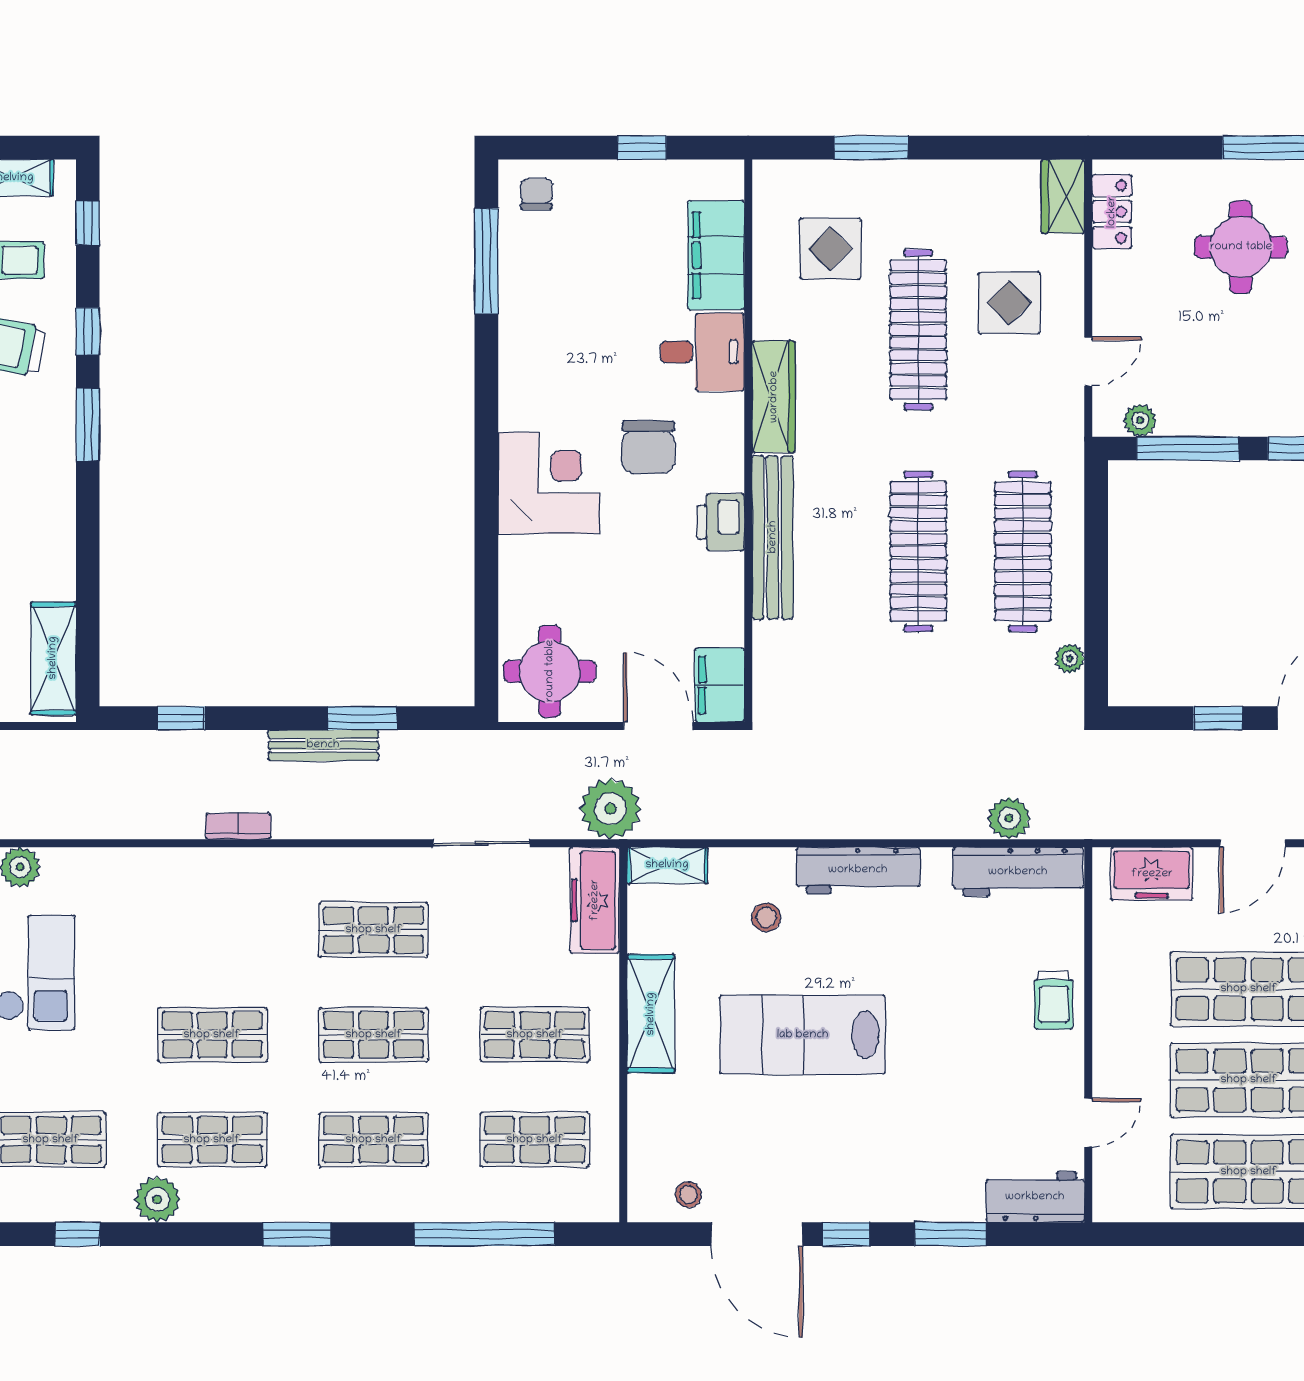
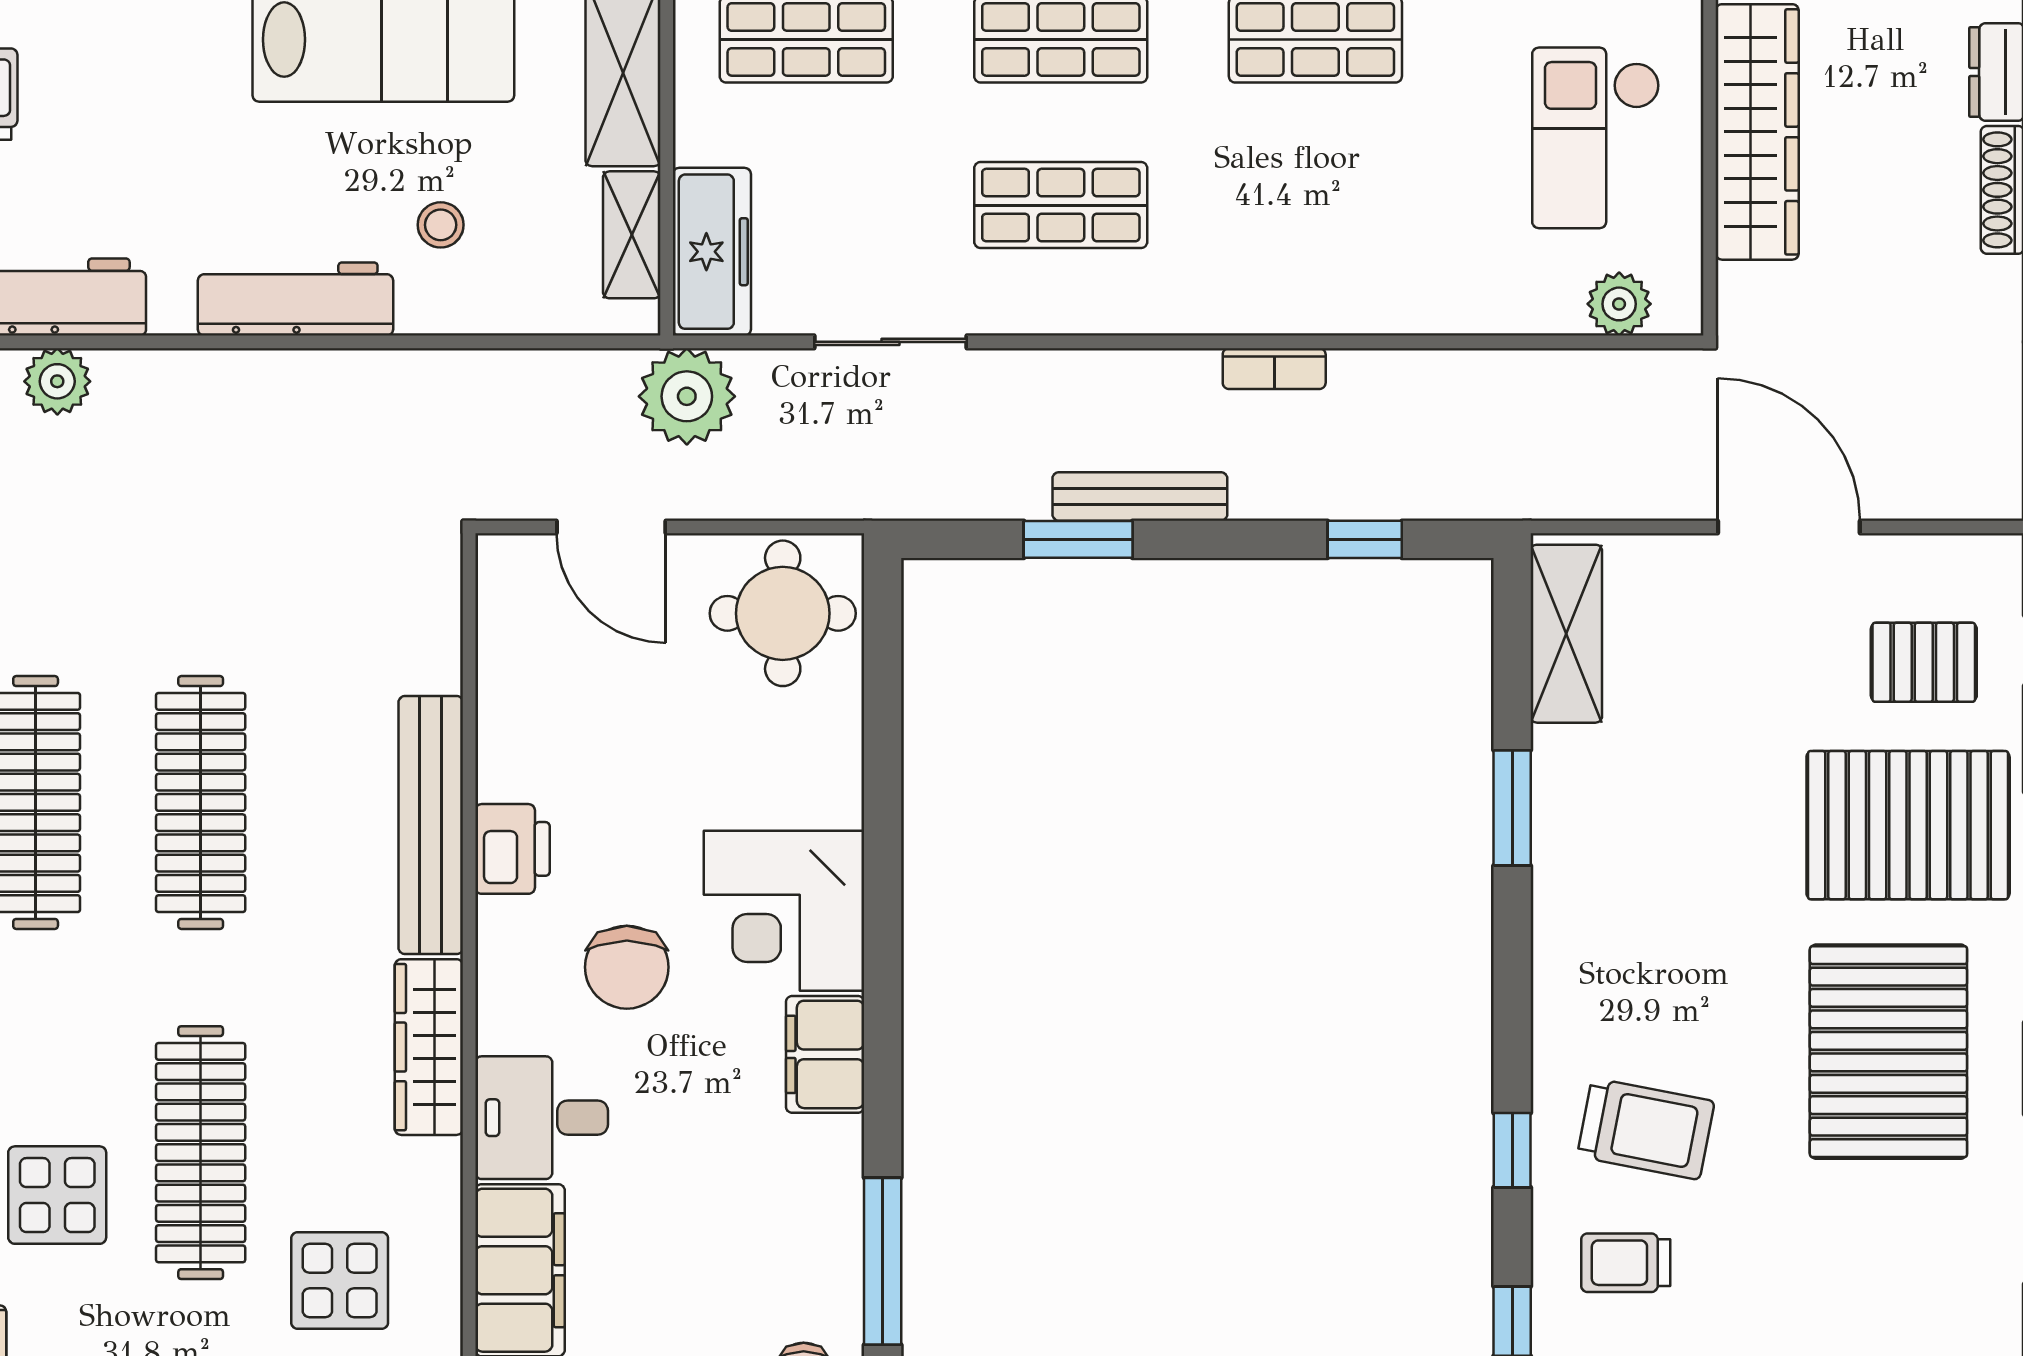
window: (88, 424) -> (1512, 808), moved
chair: (648, 447) -> (627, 967), turned 180
filing cabinet: (720, 685) -> (825, 1054), moved, turned 180
shelving: (667, 865) -> (632, 235), moved, turned 90

